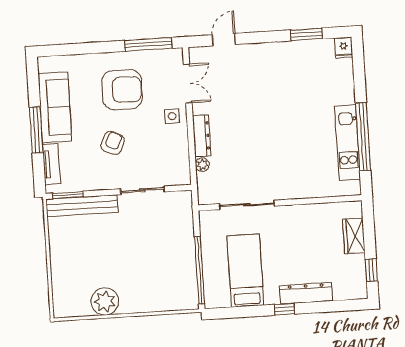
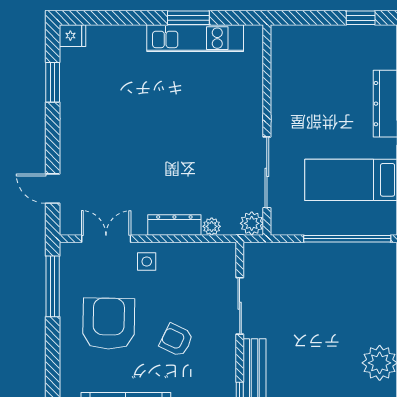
window: (363, 137) -> (188, 18), width x0.47
plant: (207, 196) -> (252, 223), added
wardrobe: (354, 236) -> (315, 38), removed

